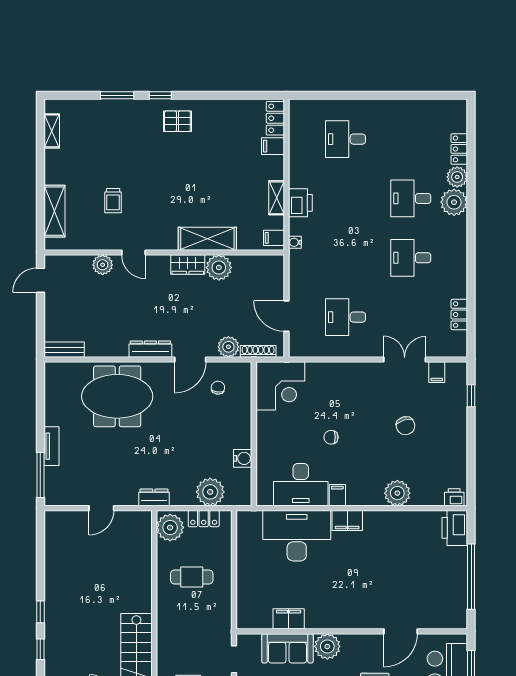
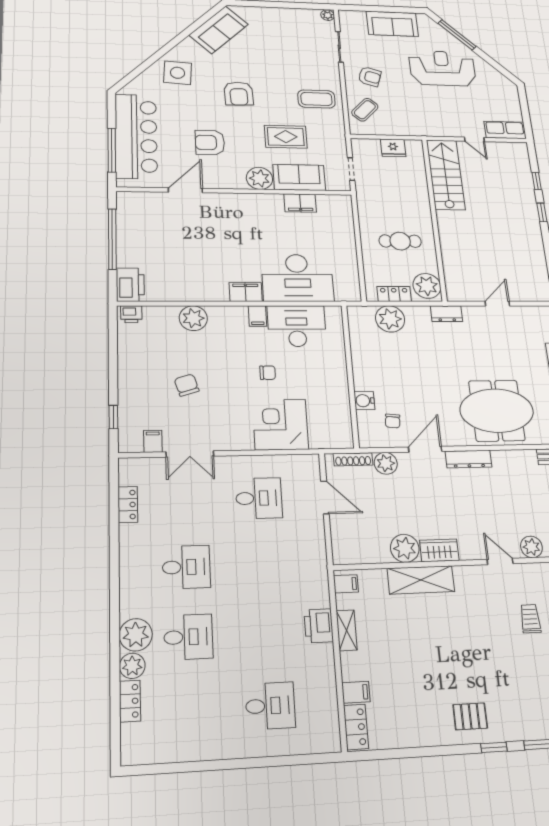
water cooler: (295, 242) -> (322, 580), removed
corner desk: (280, 386) -> (280, 425), moved
water cooler: (243, 458) -> (364, 401), moved

